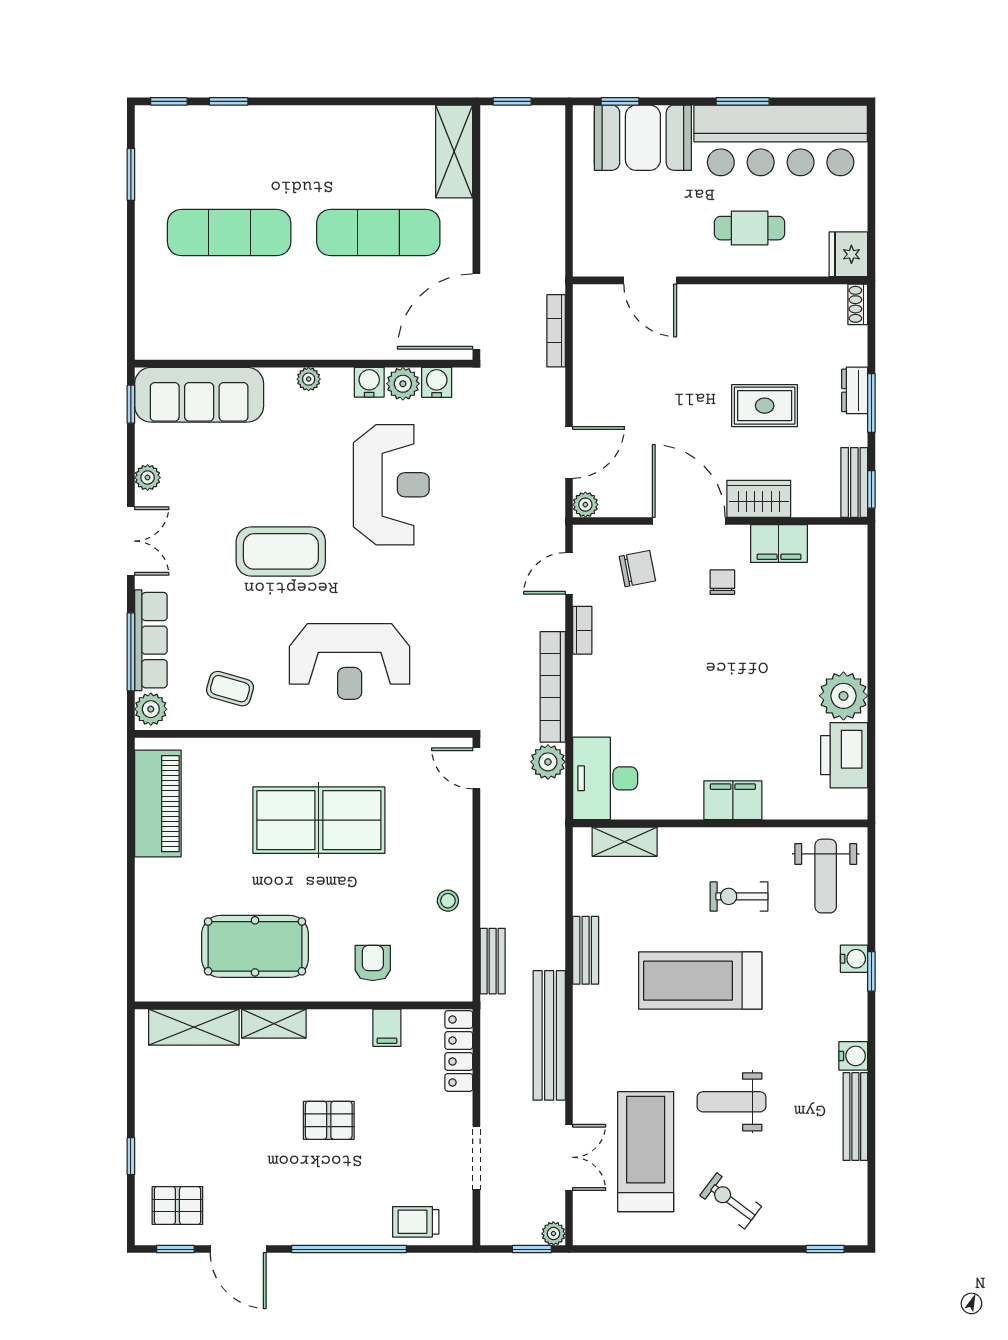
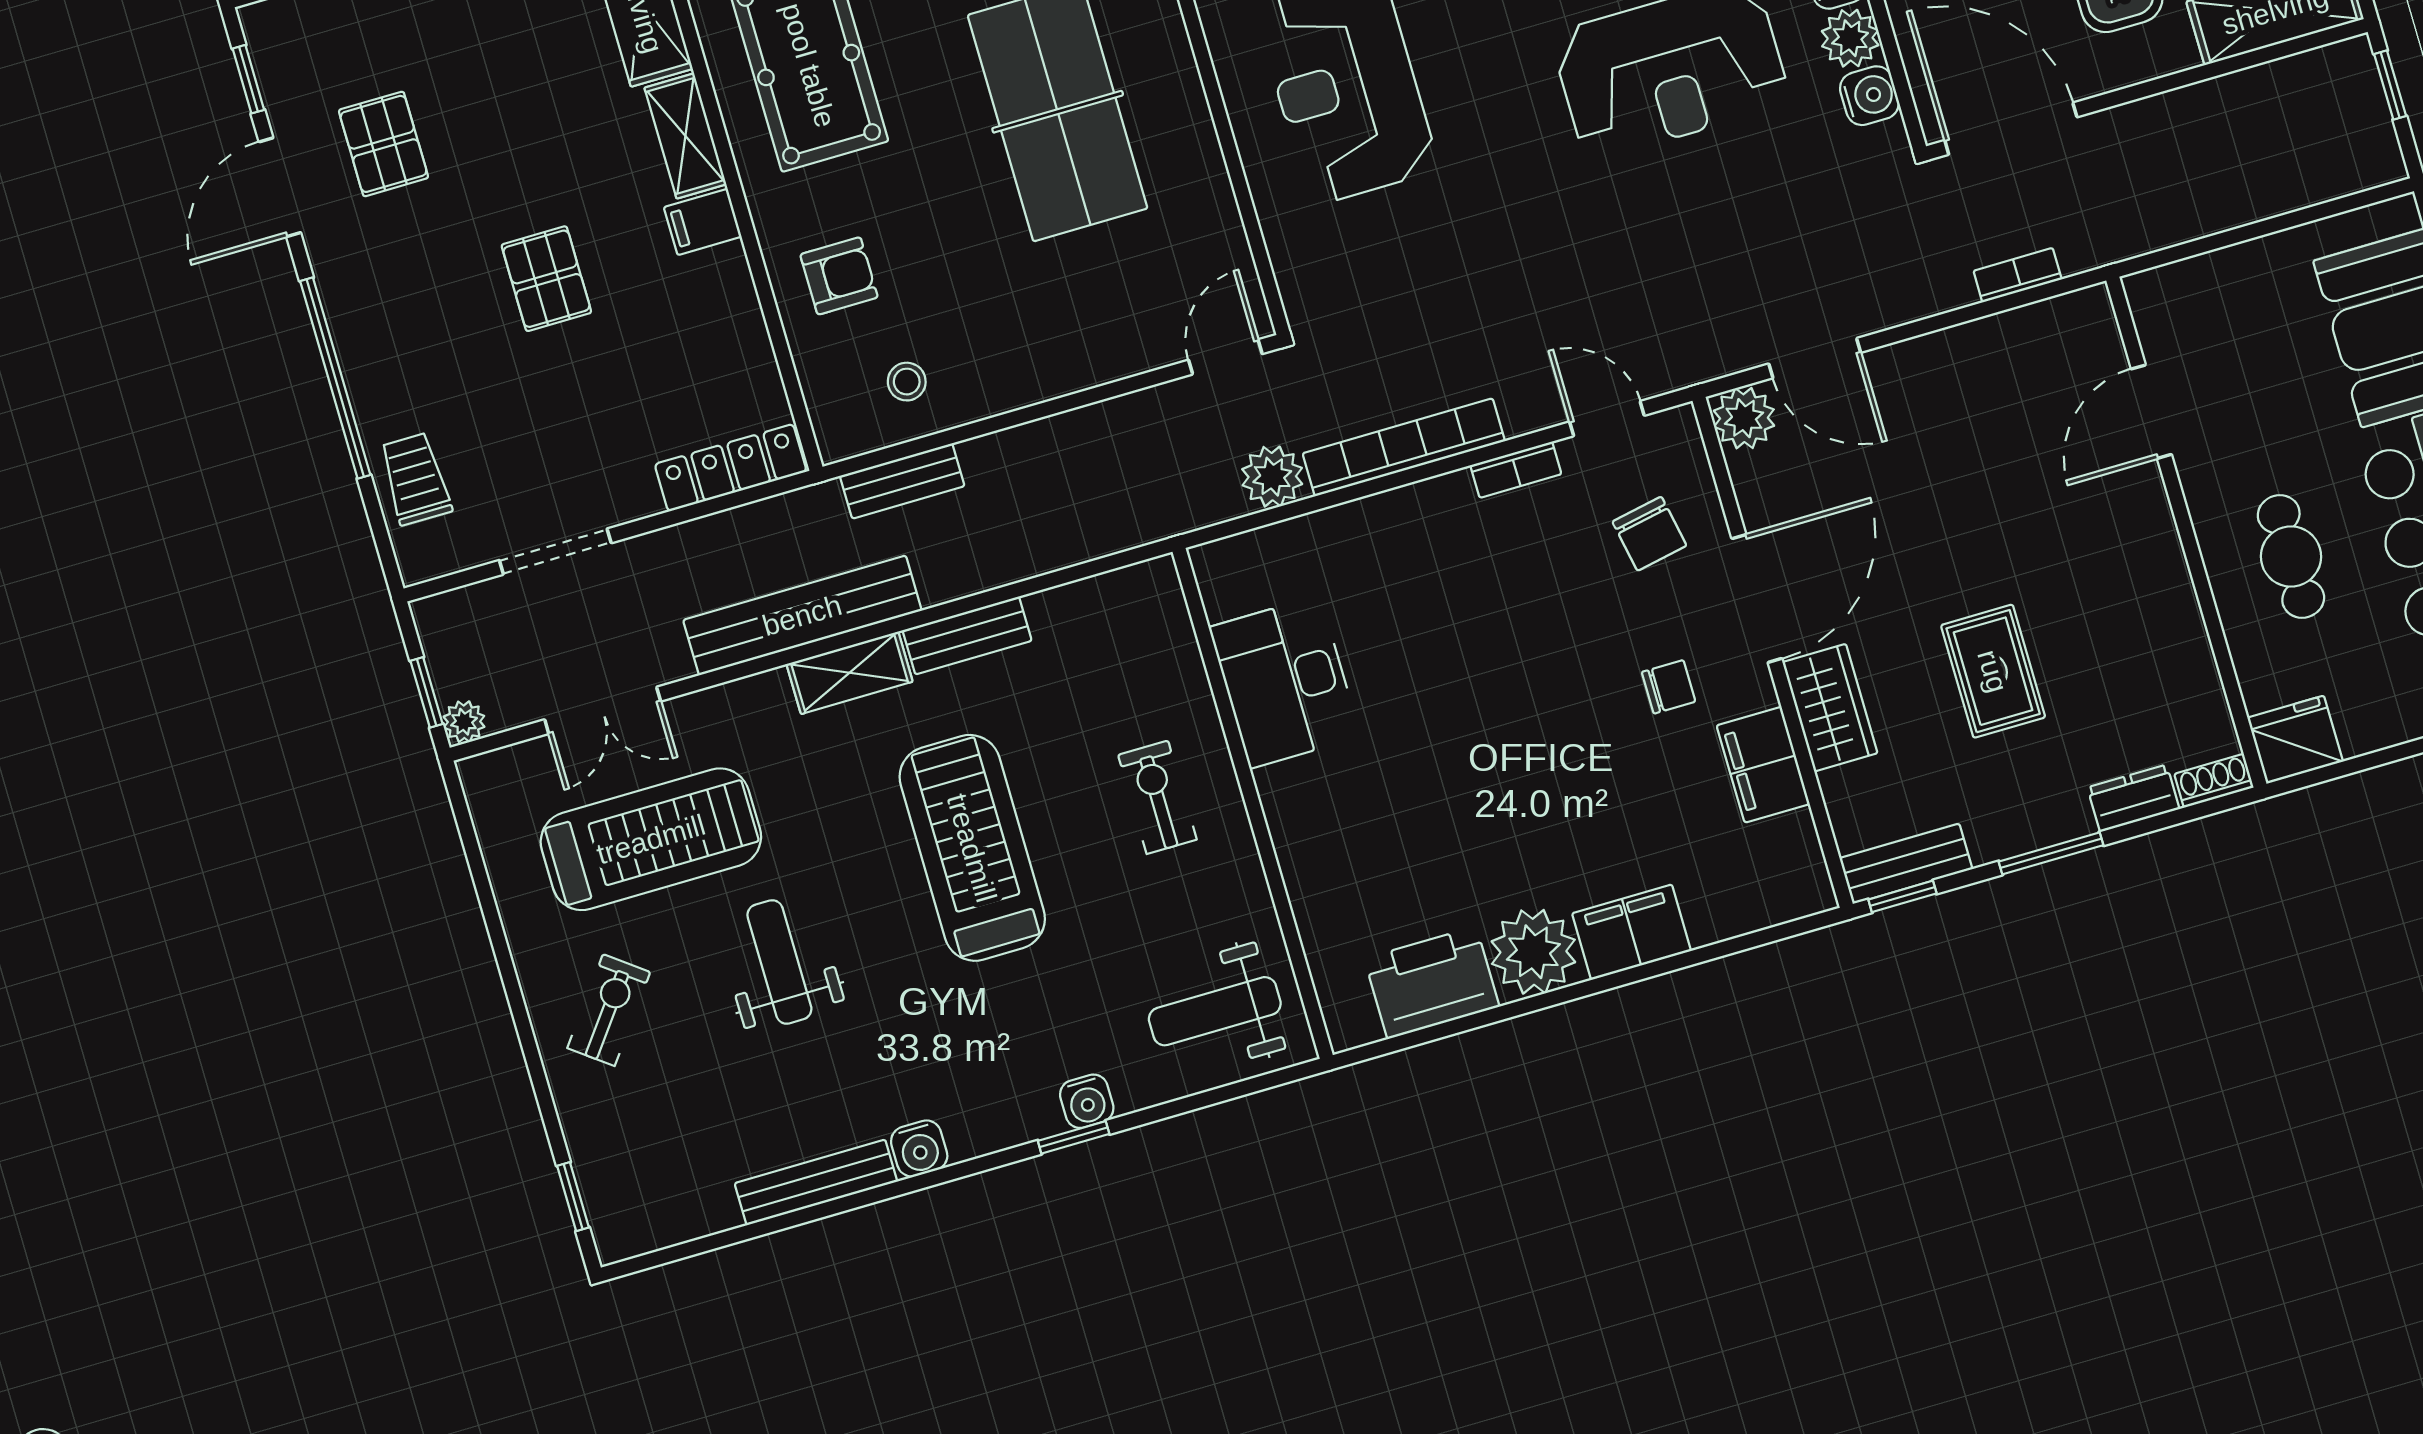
bookcase: (556, 331) -> (2018, 275), width x0.64
dresser: (855, 390) -> (2133, 798), moved
plant: (585, 505) -> (1744, 418), width x1.38, depth x1.38
desk: (605, 778) -> (1285, 682), moved, turned -90
filing cabinet: (733, 800) -> (1632, 932), moved, turned -90
shelving: (625, 842) -> (850, 673), moved, turned 90
exercise bike: (739, 896) -> (1157, 797), moved
stool: (448, 901) -> (907, 382), moved
filing cabinet: (387, 1028) -> (703, 222), moved
pallet: (177, 1205) -> (383, 144), moved

